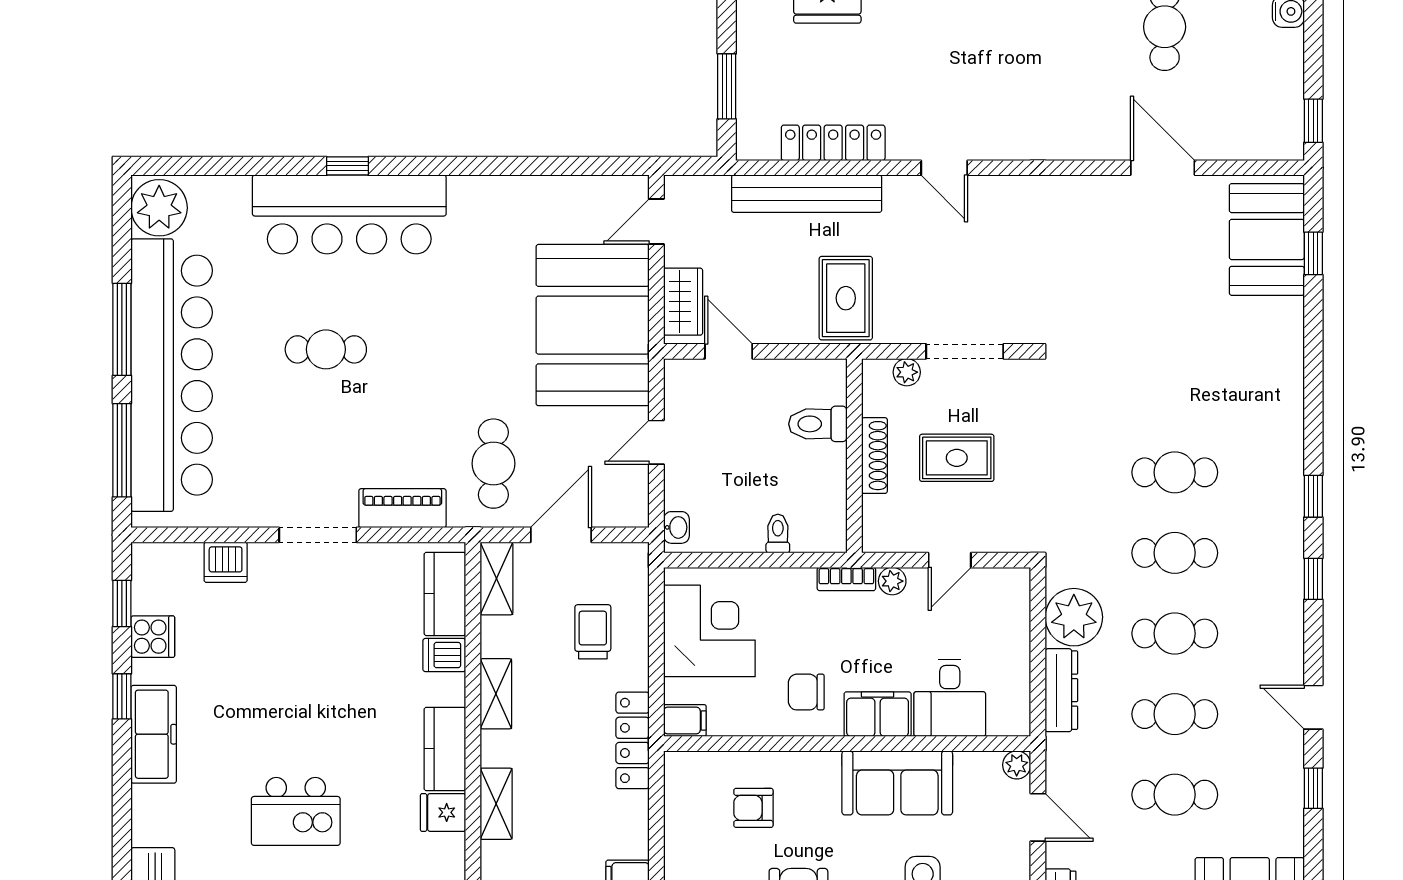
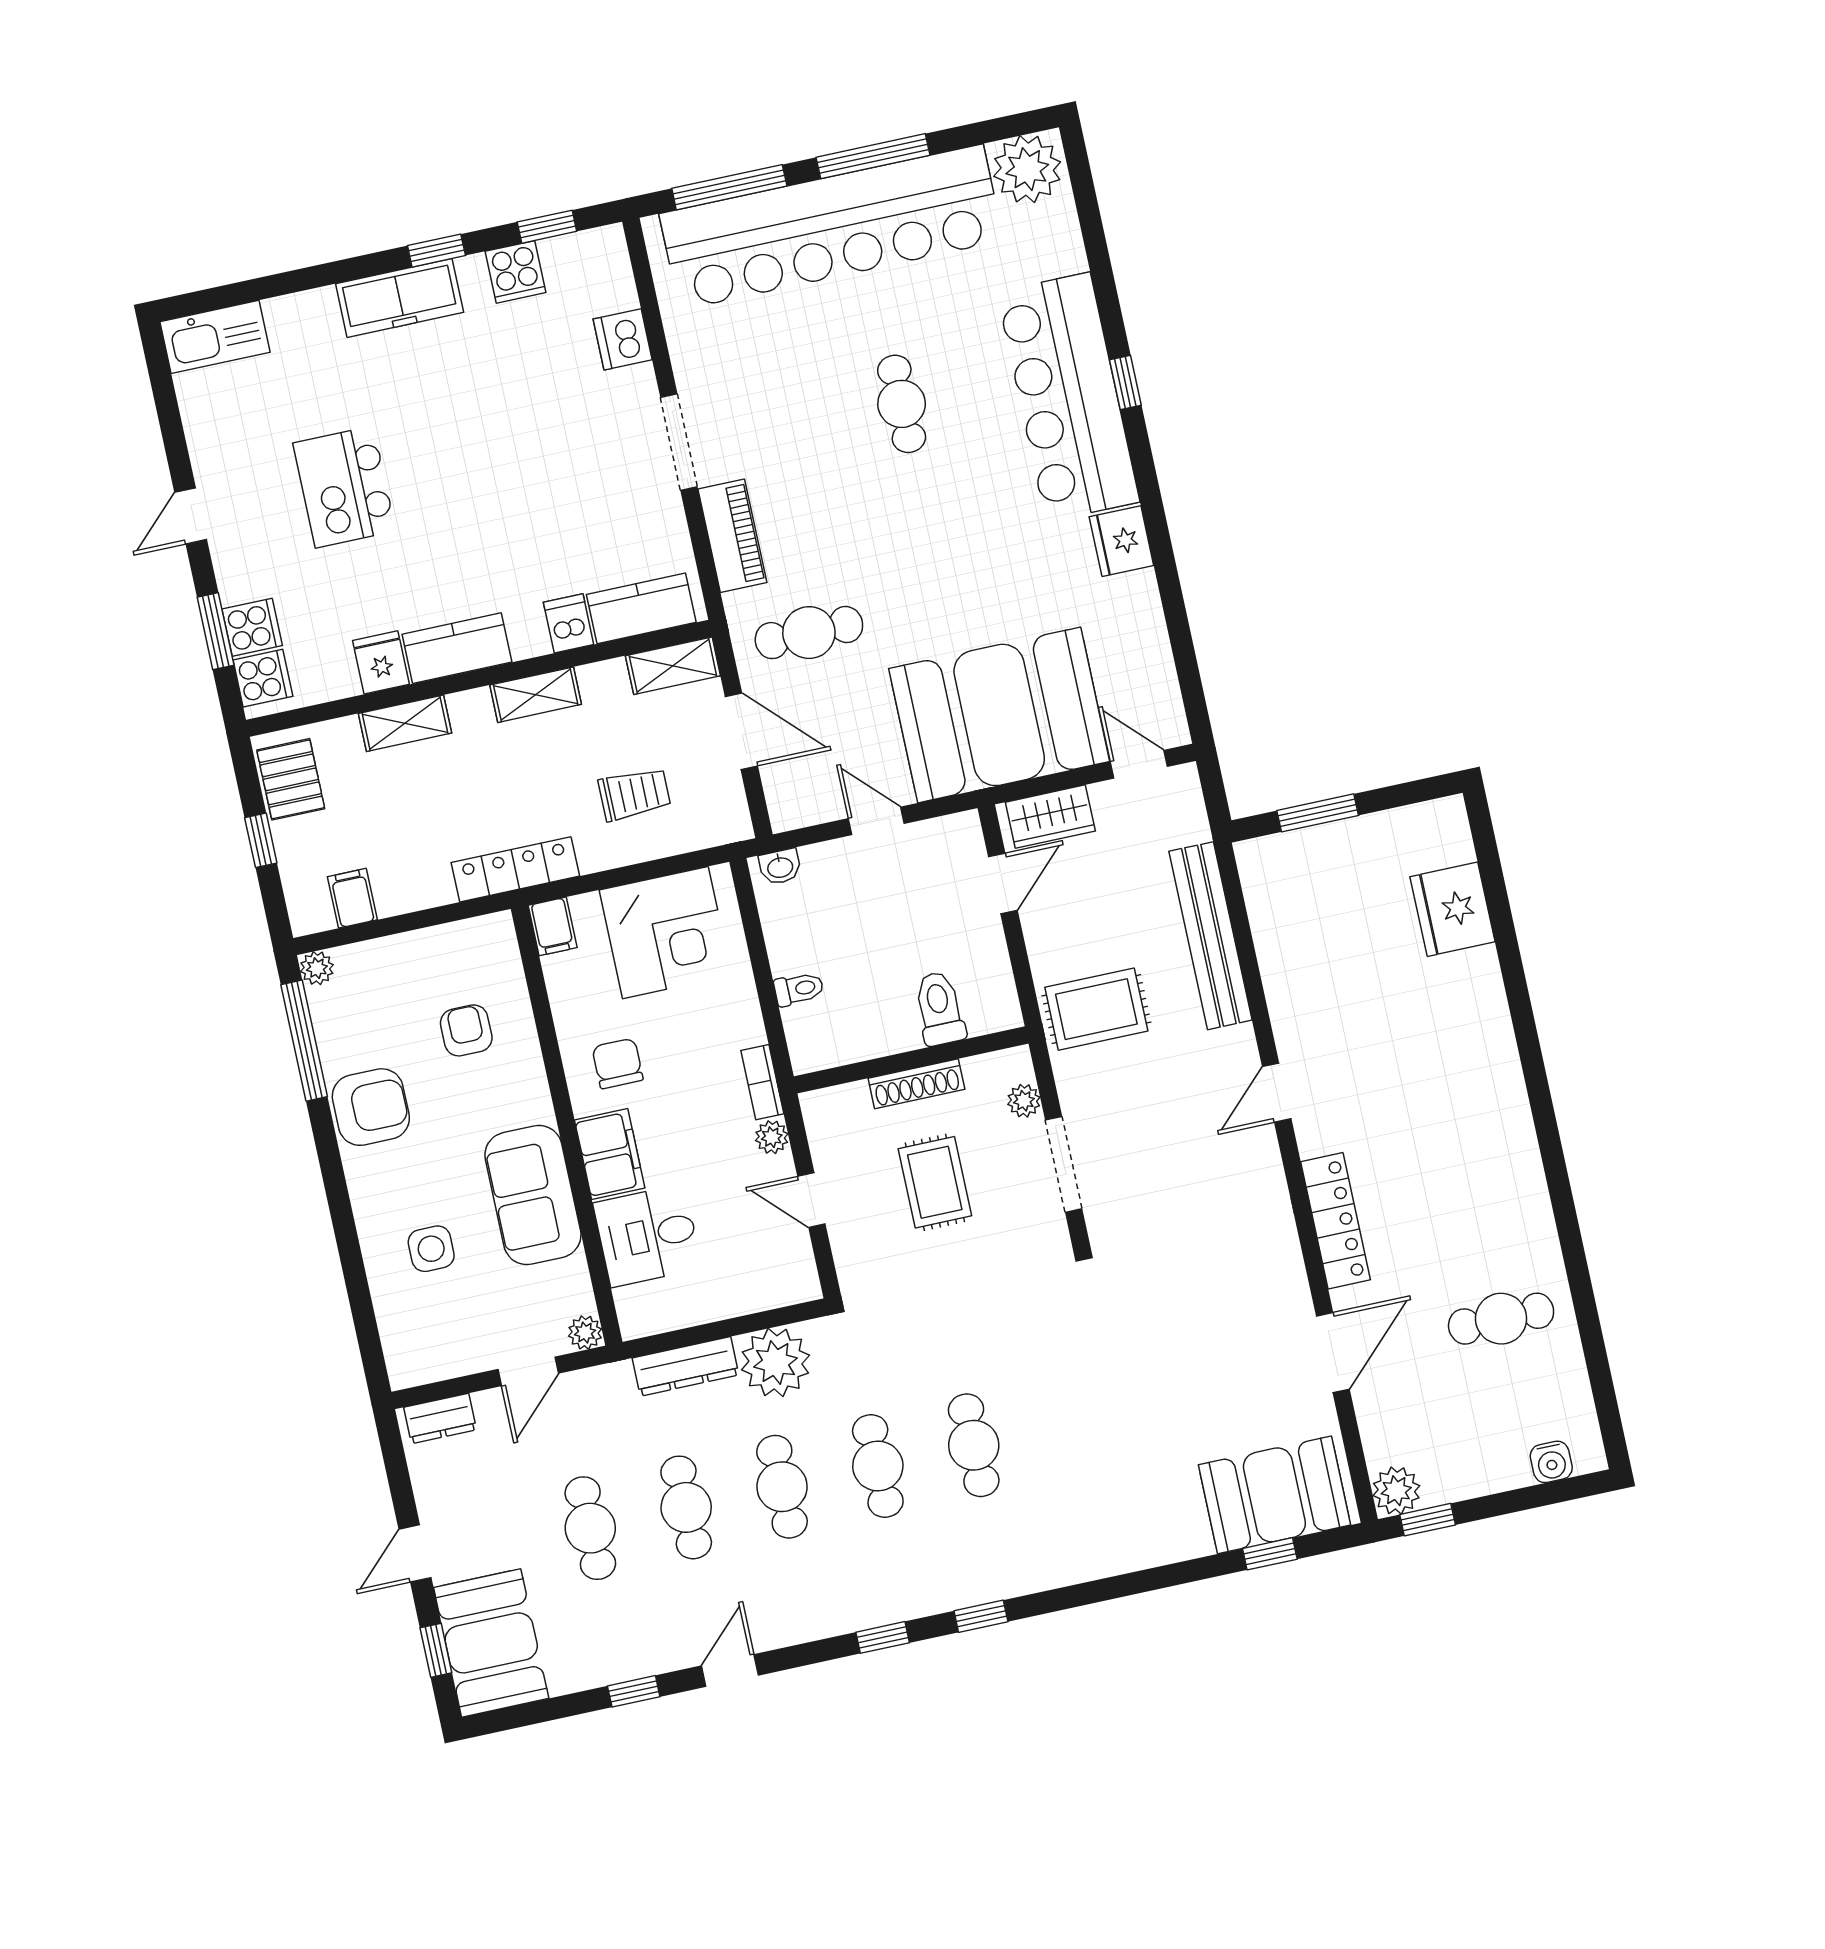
plant: (1285, 141) -> (1396, 1491), added
locker: (833, 143) -> (1335, 1221), moved
fridge: (474, 197) -> (1121, 541), added

